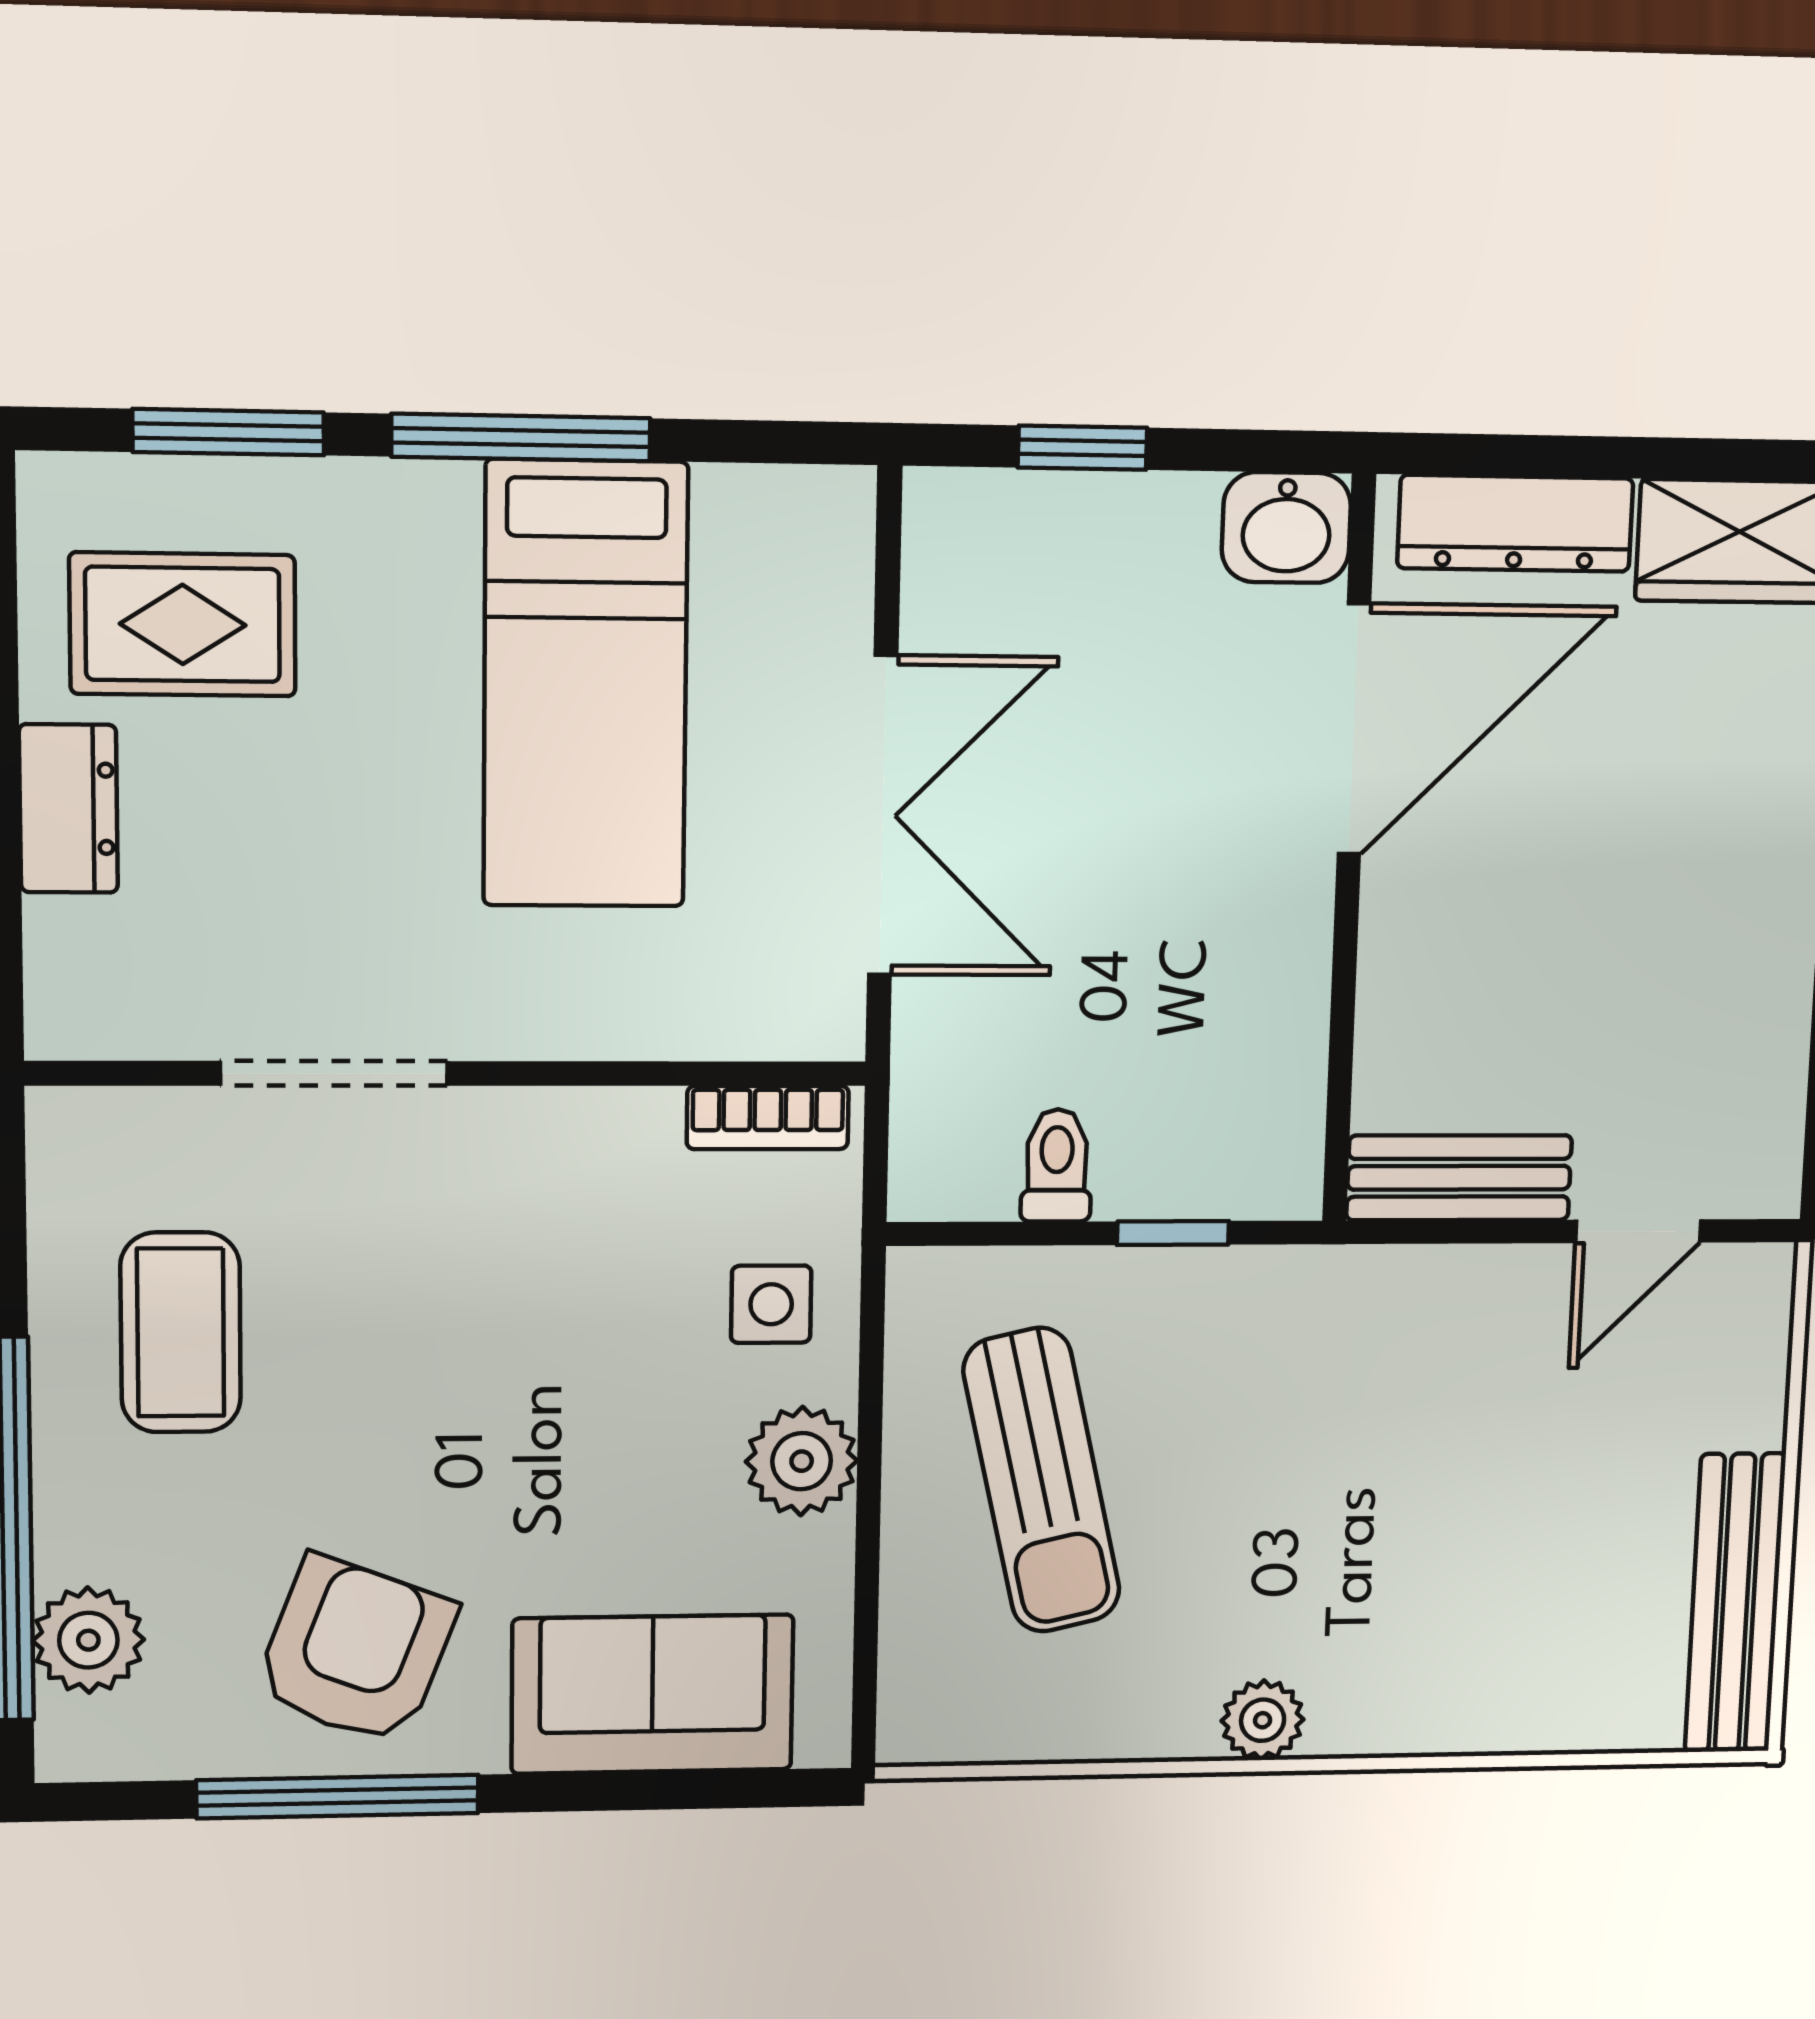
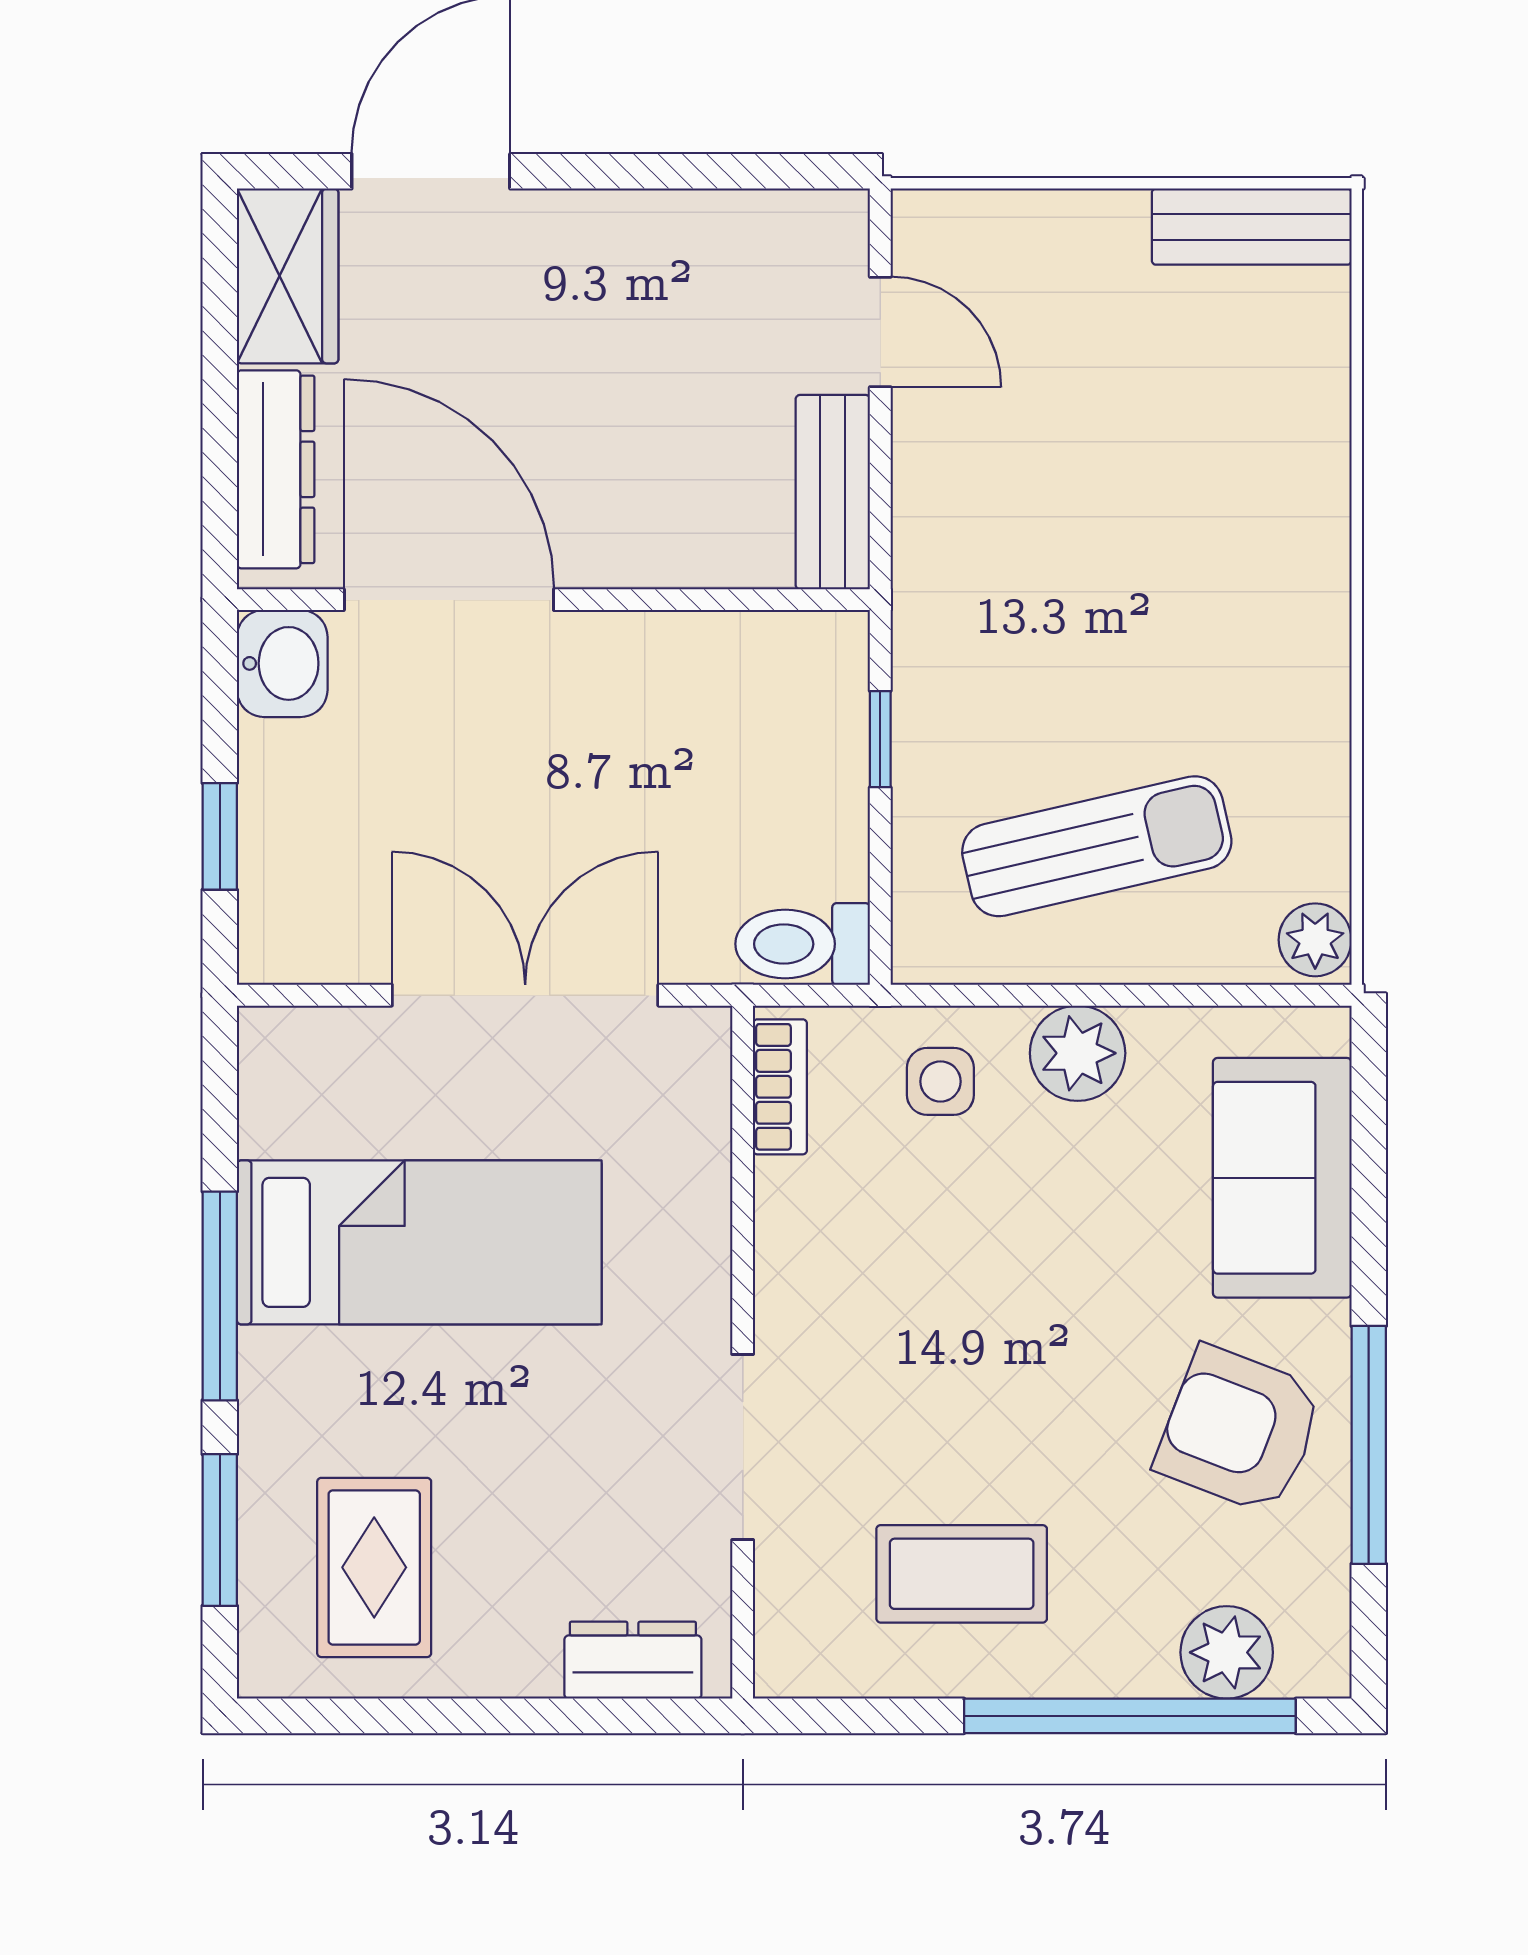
dresser: (68, 809) -> (633, 1660), moved
toilet: (1057, 1165) -> (803, 944), moved, width x1.37, depth x1.39
bench: (1735, 1603) -> (1252, 227), width x0.73
plant: (1263, 1720) -> (1315, 940), moved

